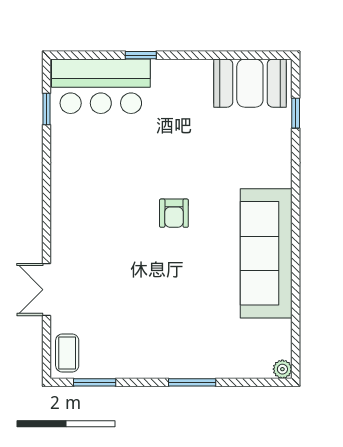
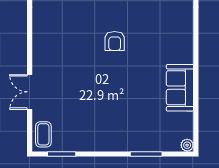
sofa: (266, 253) -> (180, 88), width x0.54, depth x0.79
window: (192, 382) -> (146, 154), moved

